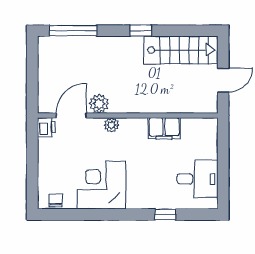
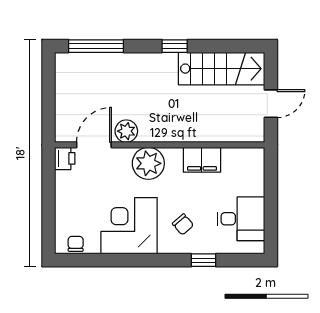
plant: (112, 125) -> (148, 163), width x1.87, depth x1.87
chair: (148, 184) -> (183, 224), added

